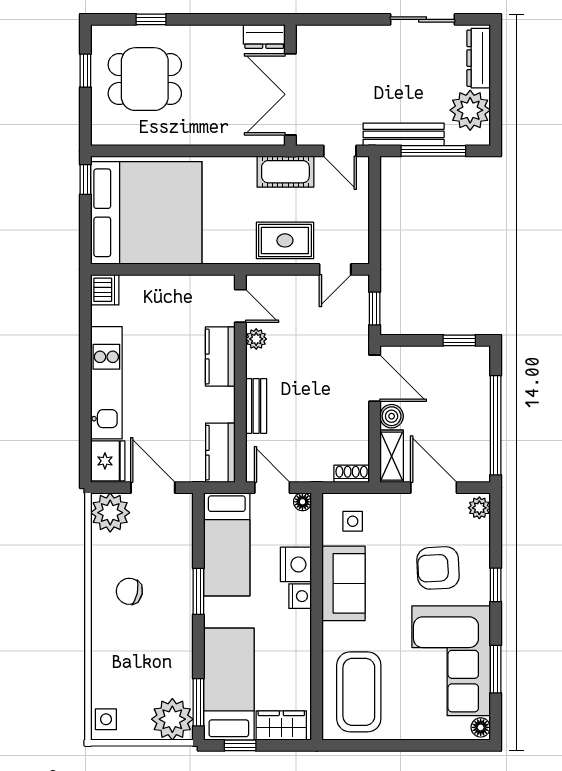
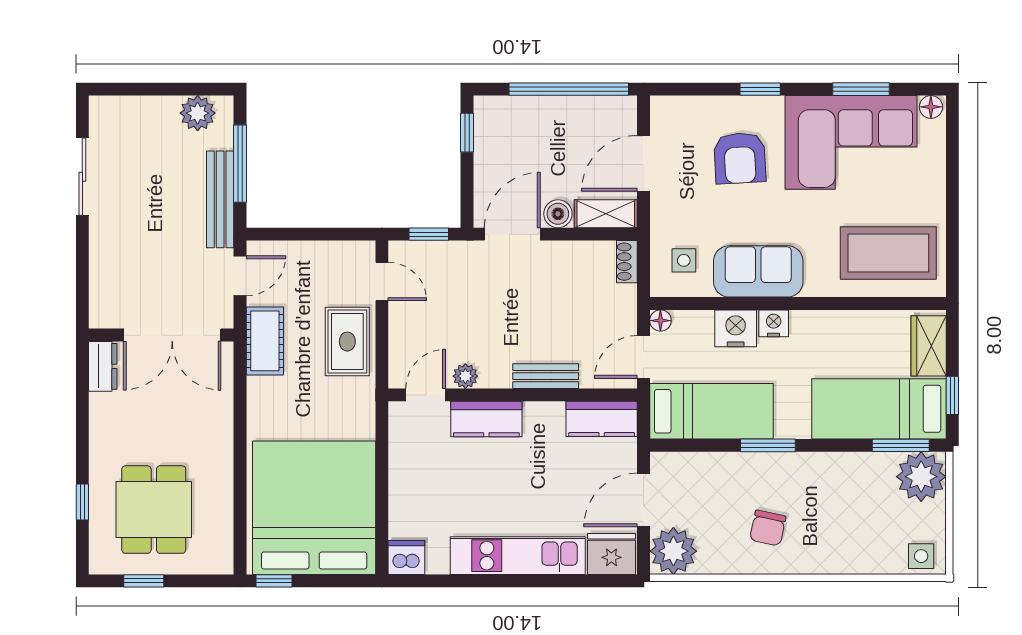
dresser: (479, 58) -> (129, 109), removed
plant: (470, 110) -> (198, 113), width x0.73, depth x0.73
plant: (479, 508) -> (668, 109), removed

